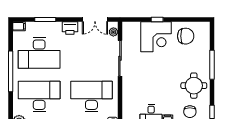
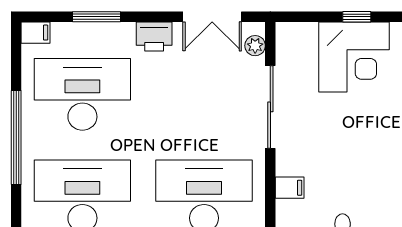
desk: (39, 53) -> (82, 94), turned 180
filing cabinet: (128, 93) -> (290, 188), added

